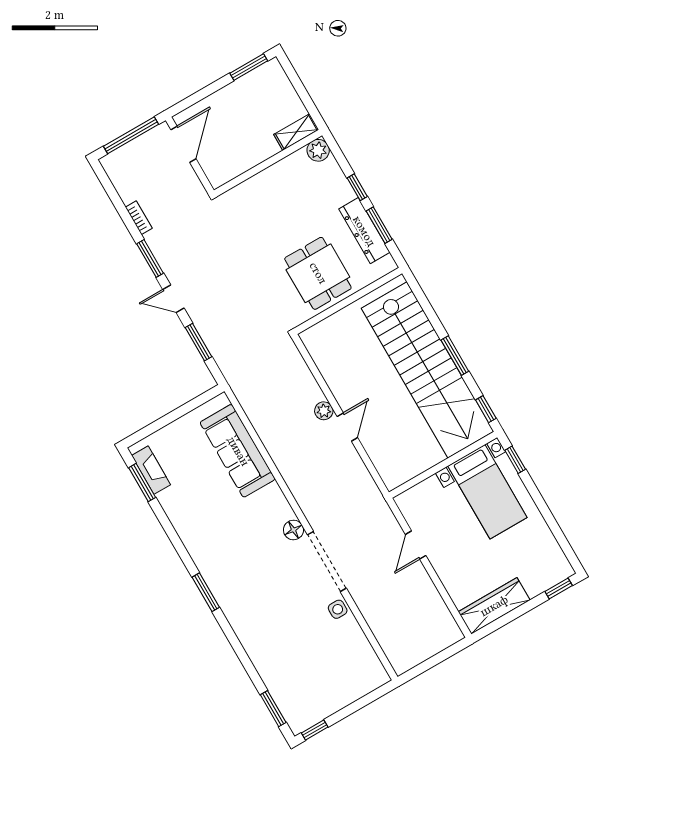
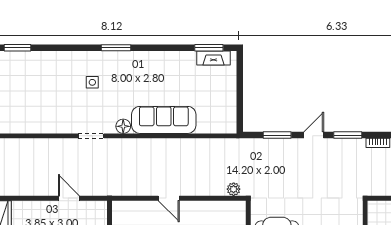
plant: (324, 411) -> (234, 189), moved
sofa: (238, 451) -> (164, 120), moved
doorway: (327, 561) -> (91, 136), width x0.53
side table: (338, 609) -> (92, 82), moved

